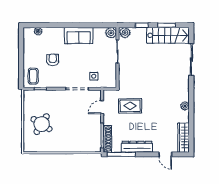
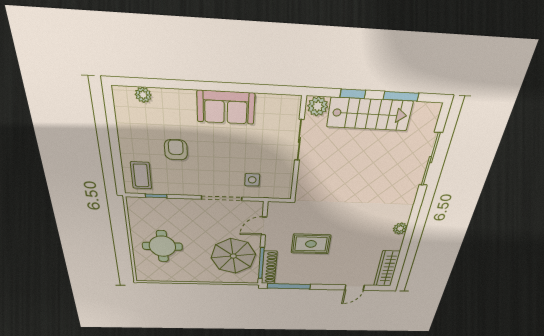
plant: (111, 33) -> (290, 105), removed
stairs: (168, 35) -> (370, 114), moved
rug: (130, 106) -> (311, 244), moved
round table: (42, 124) -> (162, 246), turned -32
parasol: (84, 130) -> (233, 256), added
dresser: (137, 147) -> (314, 278), removed
door: (165, 154) -> (355, 288), hinge flipped

